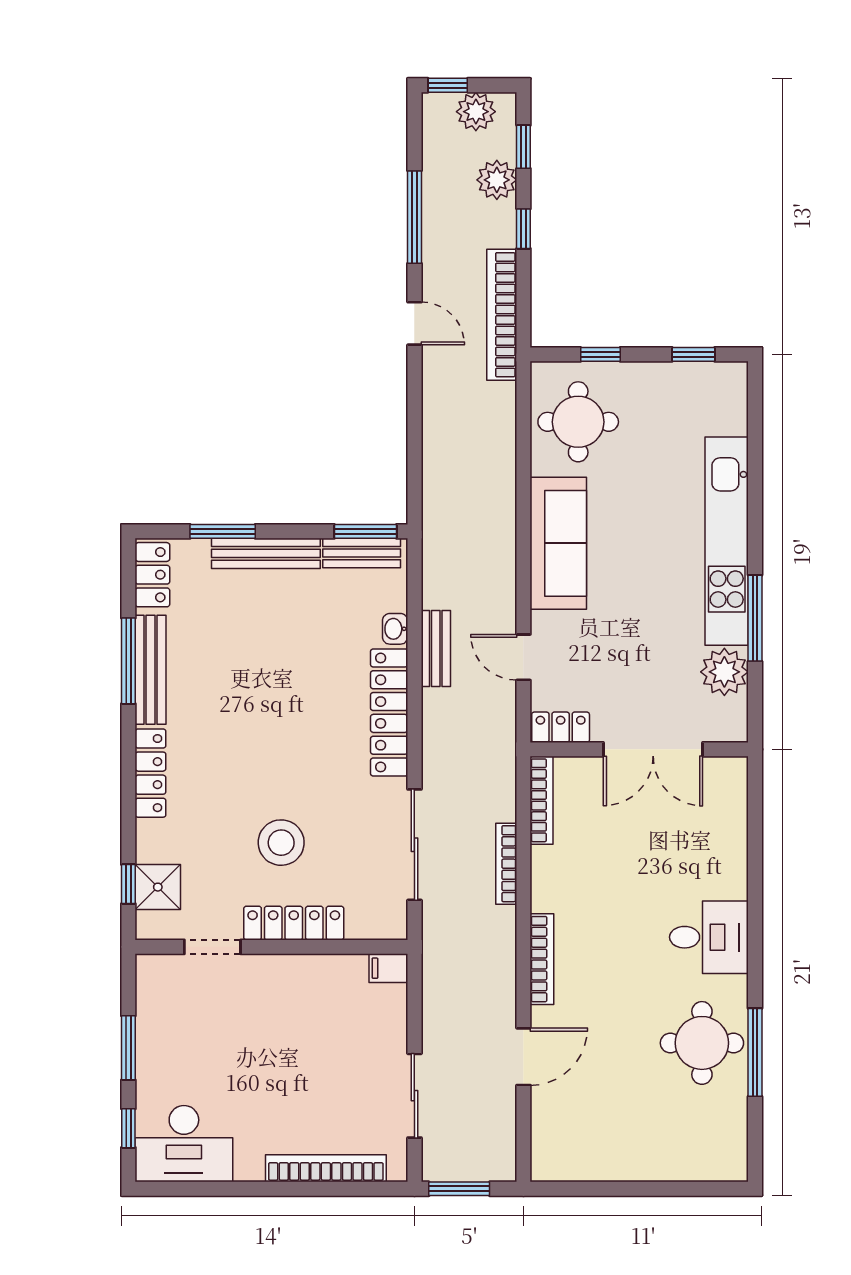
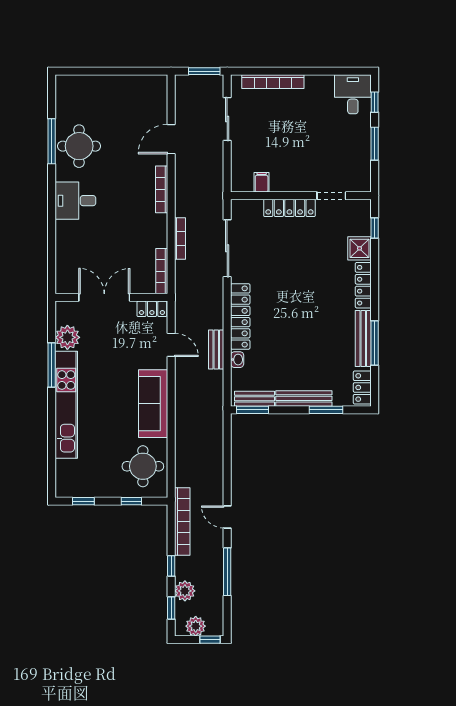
stool: (281, 843) -> (296, 249), removed
shower: (158, 887) -> (360, 248), moved
filing cabinet: (388, 968) -> (262, 182), moved, turned -90
desk: (184, 1144) -> (353, 94), width x0.73

